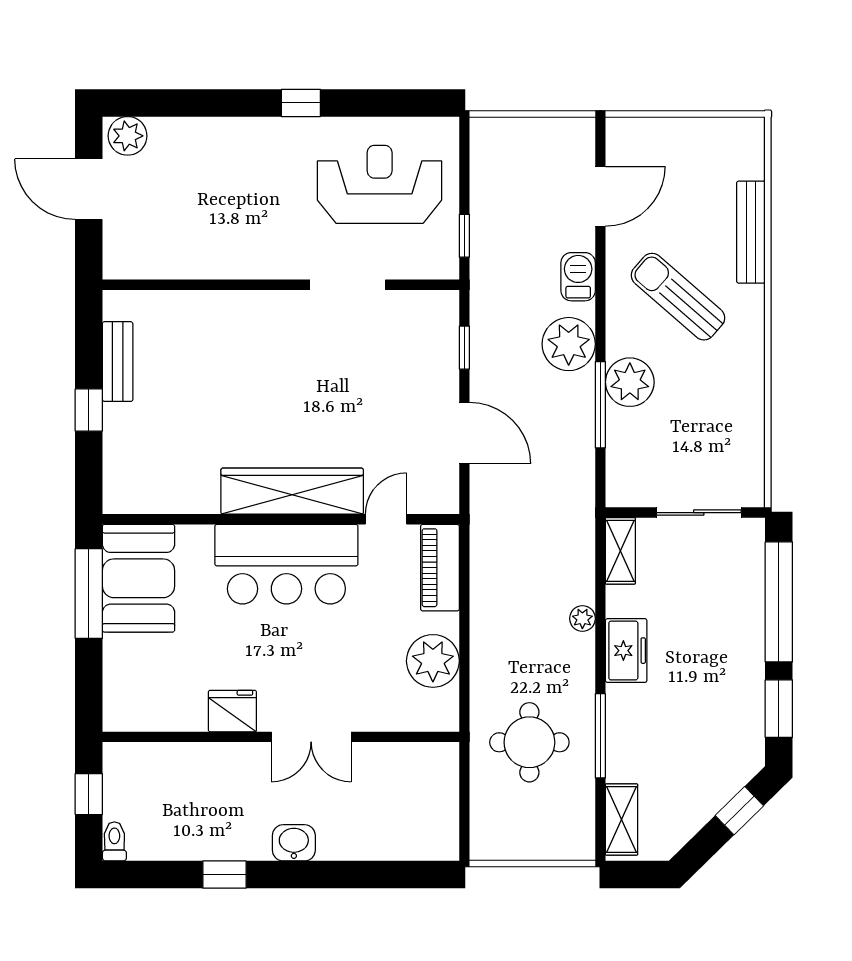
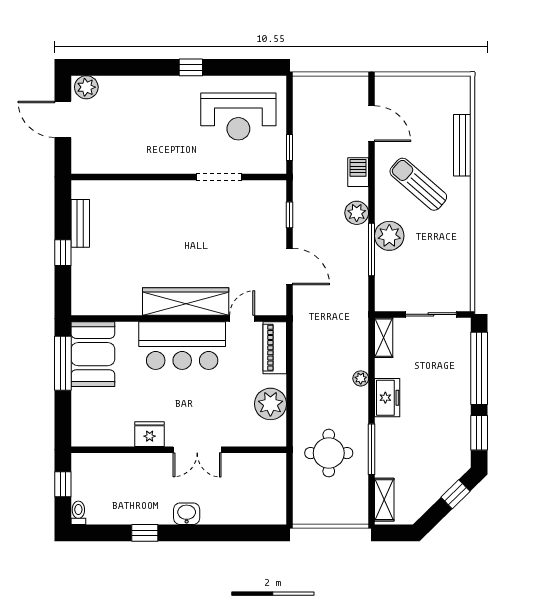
reception desk: (380, 184) -> (238, 117), turned 180
door: (600, 196) -> (372, 124), hinge flipped
plant: (569, 344) -> (357, 213), width x0.73, depth x0.73

